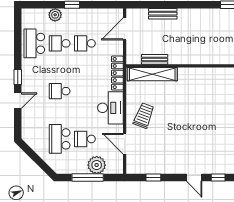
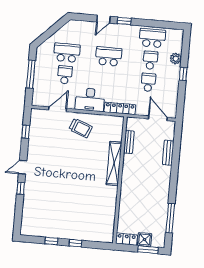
shelving: (152, 74) -> (114, 164), moved
school desk: (60, 91) -> (109, 56), width x1.85
door: (18, 101) -> (103, 19), hinge flipped
plant: (97, 165) -> (41, 83), removed

